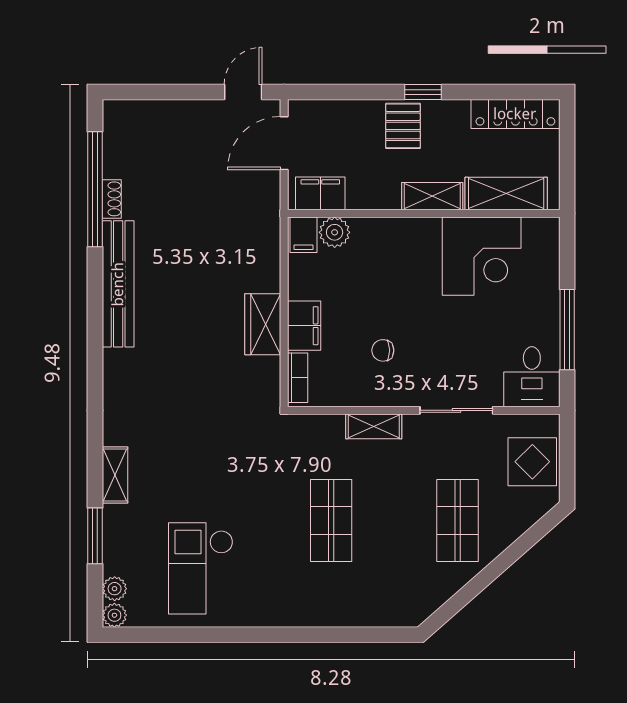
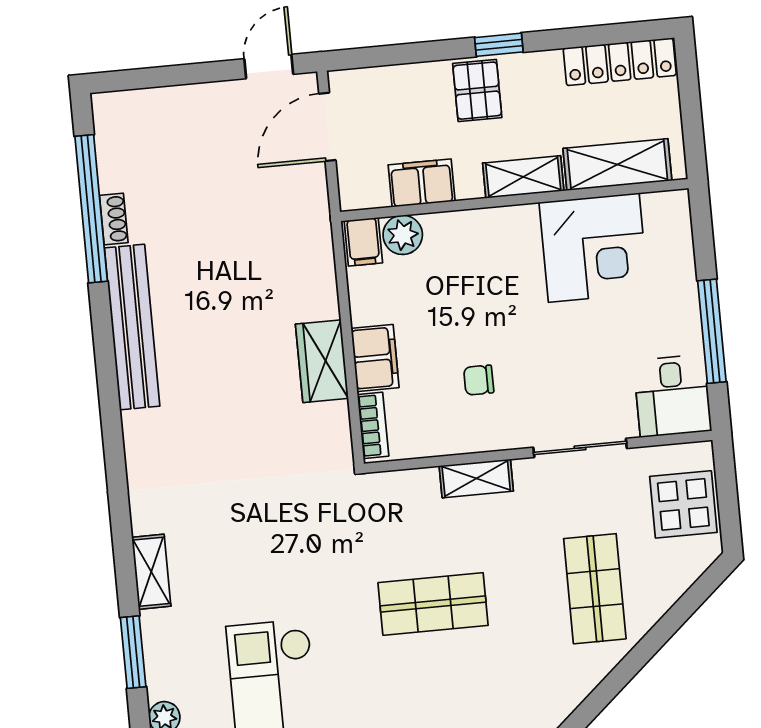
filing cabinet: (320, 193) -> (422, 183), moved
shop shelf: (331, 521) -> (433, 604), turned 90

